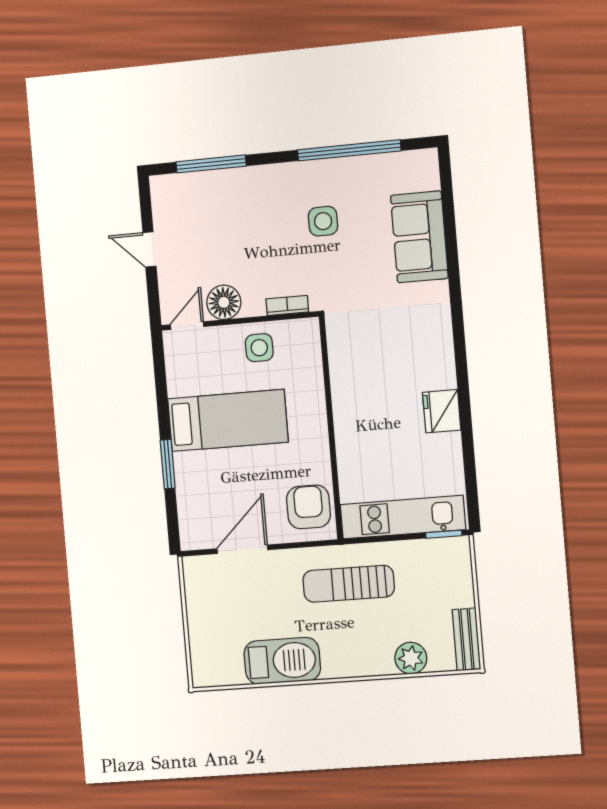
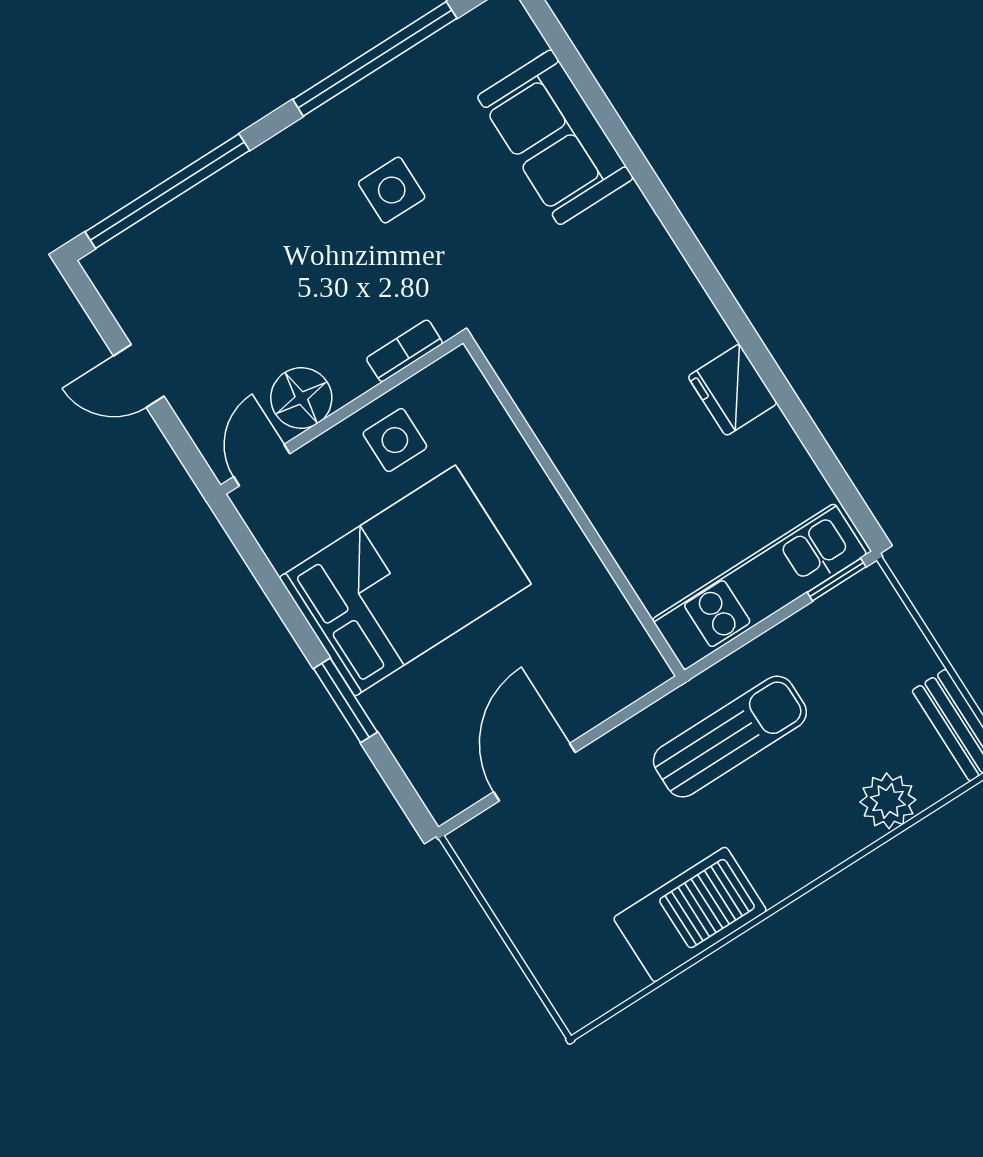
window: (211, 164) -> (167, 191), width x1.46
bed: (228, 420) -> (405, 581), width x1.50
armchair: (308, 507) -> (604, 649), removed
sun lounger: (349, 584) -> (730, 737), turned 180

